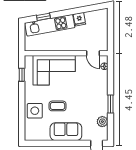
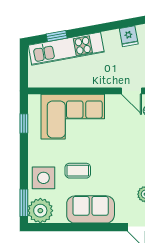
fridge: (79, 19) -> (129, 36), moved
window: (22, 127) -> (24, 203), added
plant: (33, 132) -> (40, 211), added

